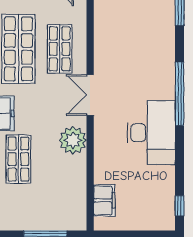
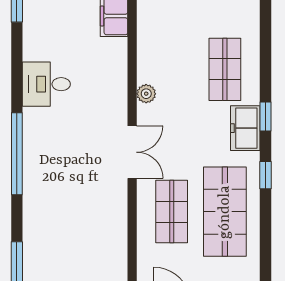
desk: (151, 133) -> (46, 84), width x0.53, depth x0.77
plant: (73, 140) -> (146, 94), width x0.53, depth x0.53

